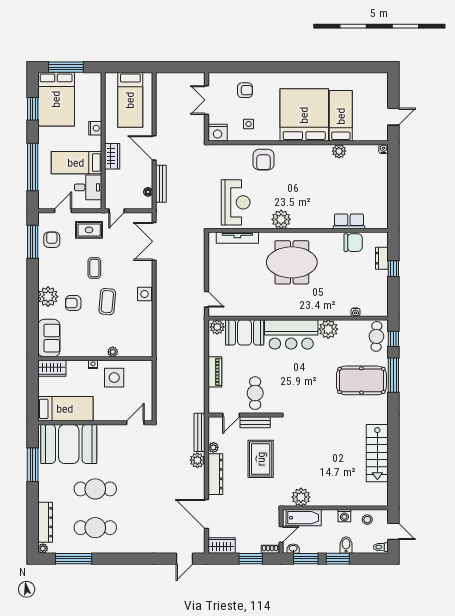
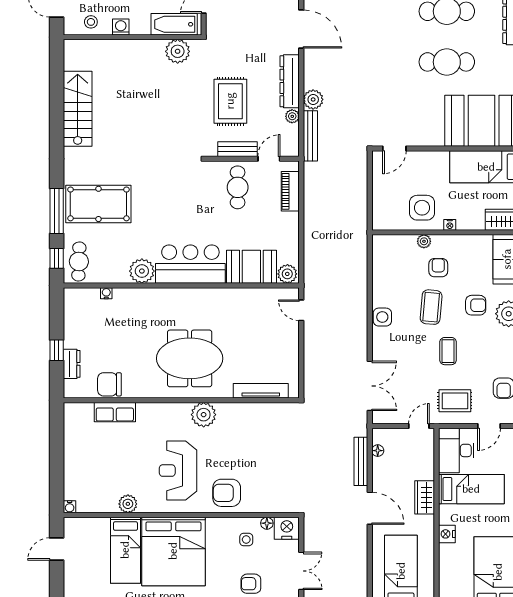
floor lamp: (233, 136) -> (267, 523), added
armchair: (263, 160) -> (227, 493), turned -90
desk: (88, 187) -> (456, 450), width x1.37
reception desk: (236, 202) -> (178, 471), moved
armchair: (102, 332) -> (438, 268), added
piano: (215, 372) -> (290, 191), moved

